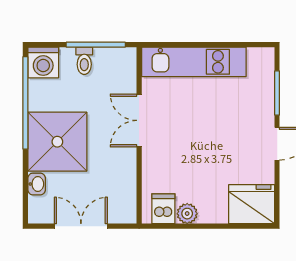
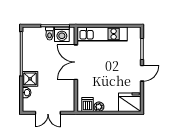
washing machine: (43, 62) -> (62, 34), moved
double door: (139, 120) -> (76, 62), width x1.37
shower: (57, 142) -> (30, 79), width x0.54, depth x0.54
double door: (81, 226) -> (48, 113), swing flipped

